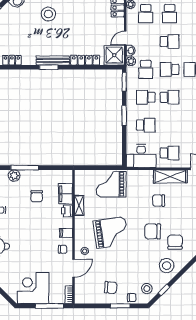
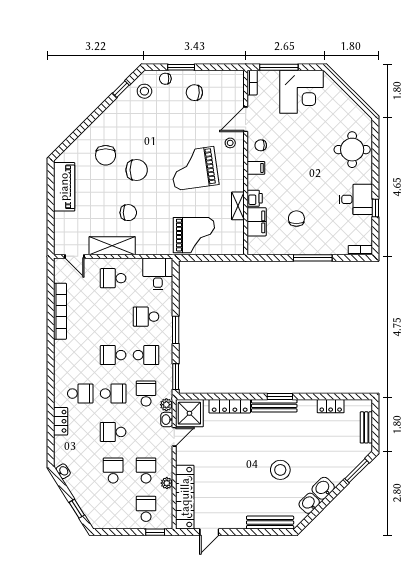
desk: (141, 156) -> (158, 274), width x0.73
plant: (14, 176) -> (328, 247), removed
stool: (167, 266) -> (117, 123), removed

